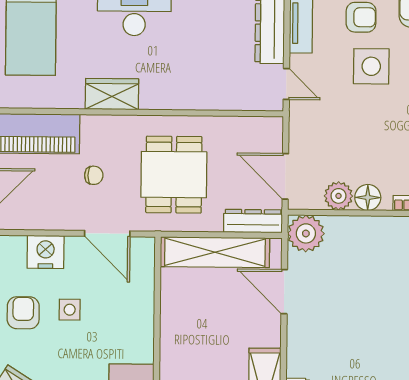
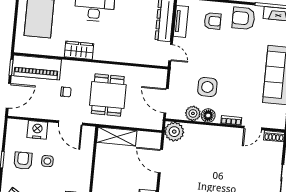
side table: (371, 66) -> (207, 87), moved
dresser: (253, 221) -> (147, 123), removed
shelving: (215, 252) -> (117, 137), width x0.68

